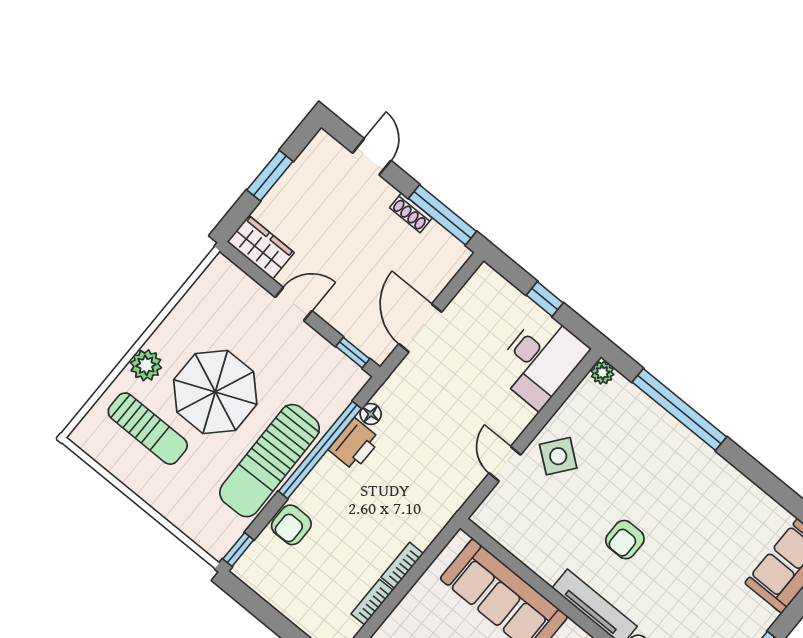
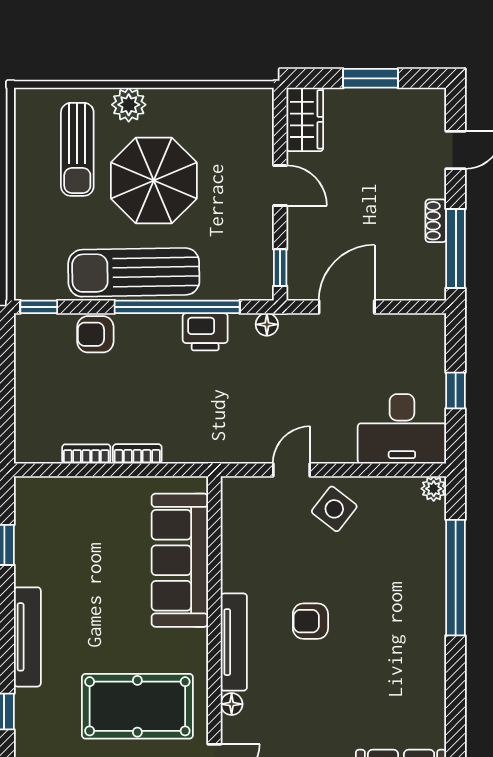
floor lamp: (371, 414) -> (267, 324), moved

